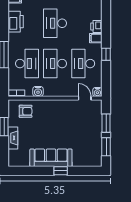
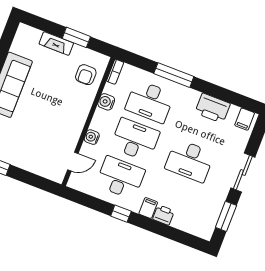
desk: (55, 23) -> (190, 161), turned 180
water cooler: (97, 92) -> (92, 137), moved
window: (106, 123) -> (27, 178), removed

